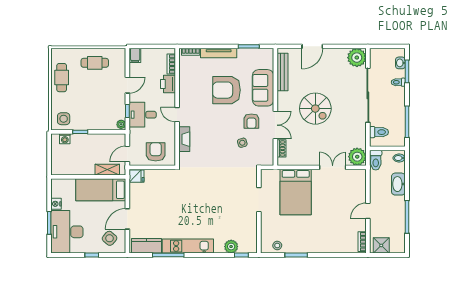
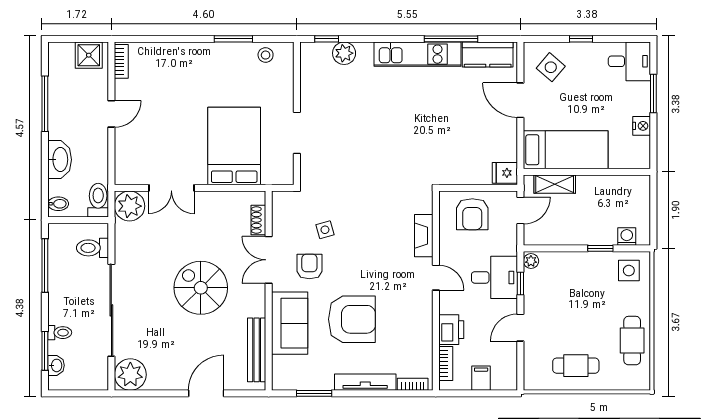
filing cabinet: (135, 55) -> (481, 378), moved
door: (127, 219) -> (520, 100), swing flipped
desk: (67, 232) -> (629, 61), width x0.53, depth x0.77

